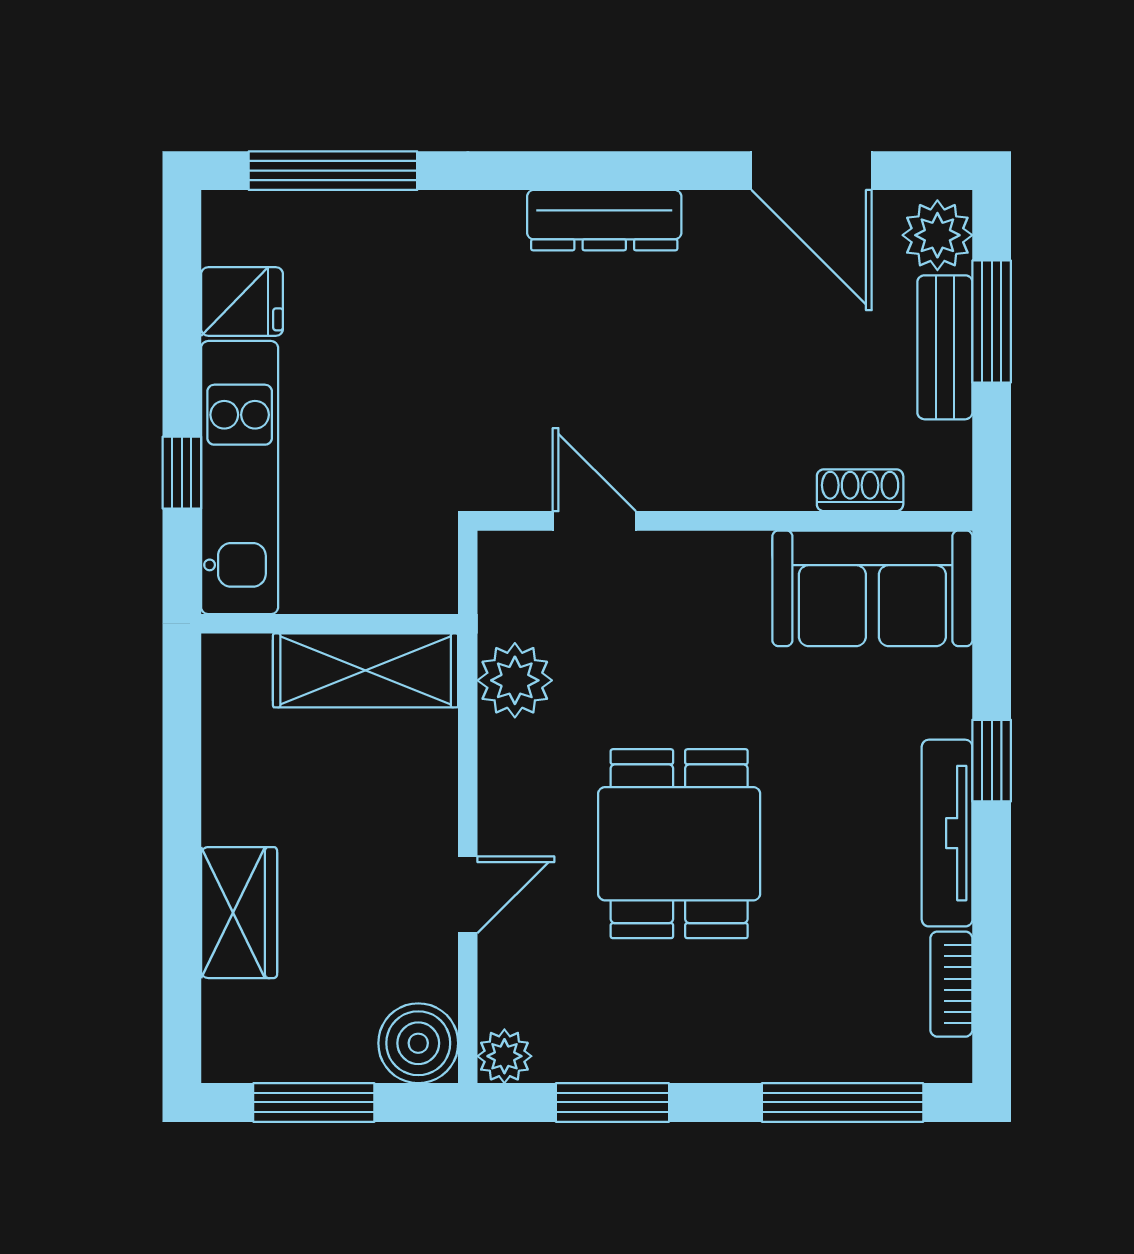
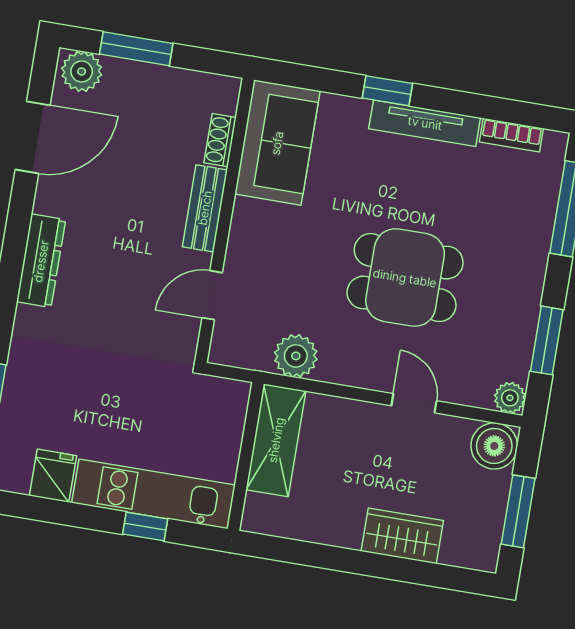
bench: (945, 347) -> (205, 208), moved, turned 90

